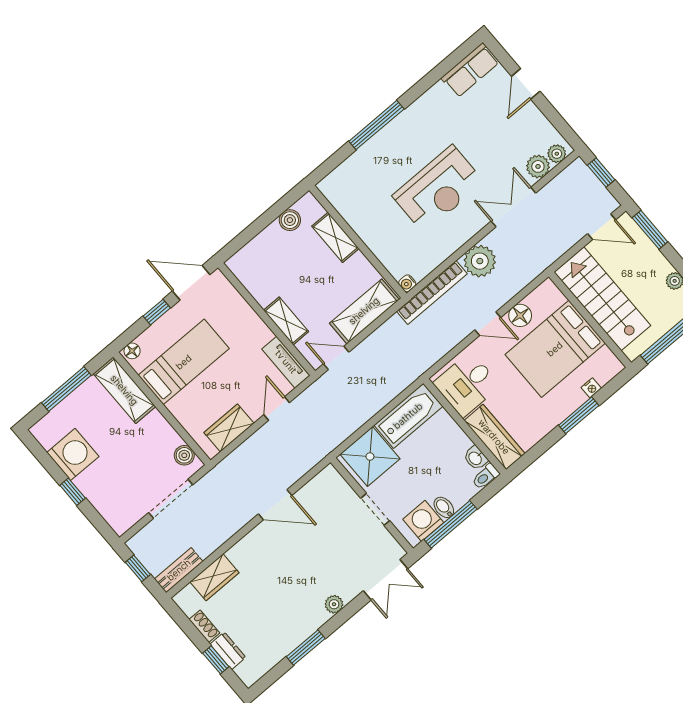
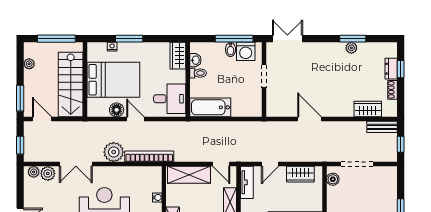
water cooler: (407, 283) -> (157, 197), moved
wardrobe: (494, 437) -> (178, 56), width x0.67
shower: (370, 456) -> (245, 104), removed
toilet: (486, 477) -> (198, 73), moved
plant: (334, 604) -> (351, 48), moved

